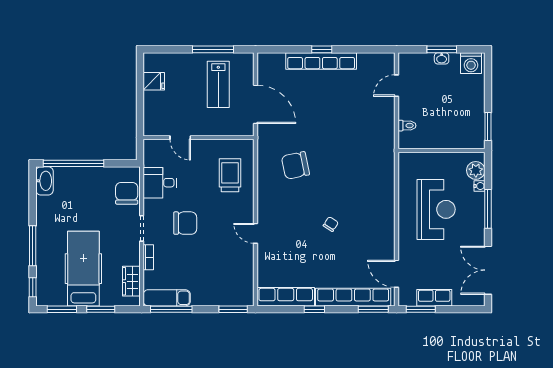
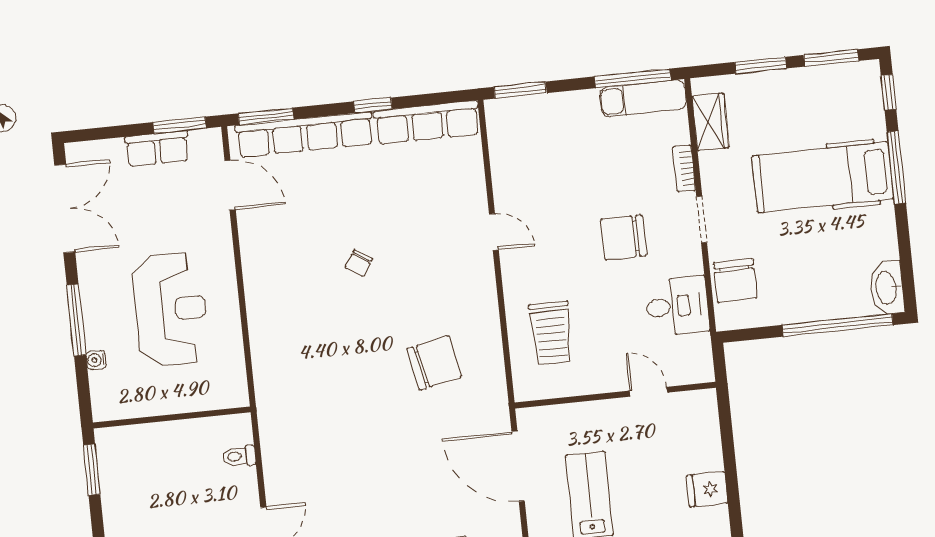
plant: (476, 170) -> (106, 388), removed
reception desk: (436, 209) -> (170, 309), turned 180
hospital bed: (83, 269) -> (823, 177), moved, turned 90

